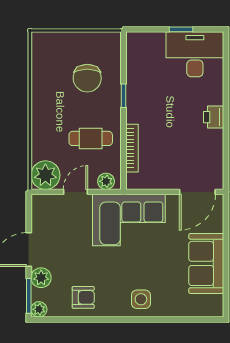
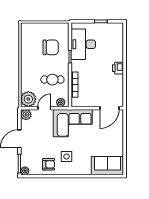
desk: (195, 54) -> (83, 44), moved, turned -90
chair: (87, 78) -> (51, 47), turned -90
sofa: (206, 263) -> (107, 166), moved, turned 90
plant: (41, 278) -> (26, 115), moved
side table: (141, 299) -> (66, 157), moved

